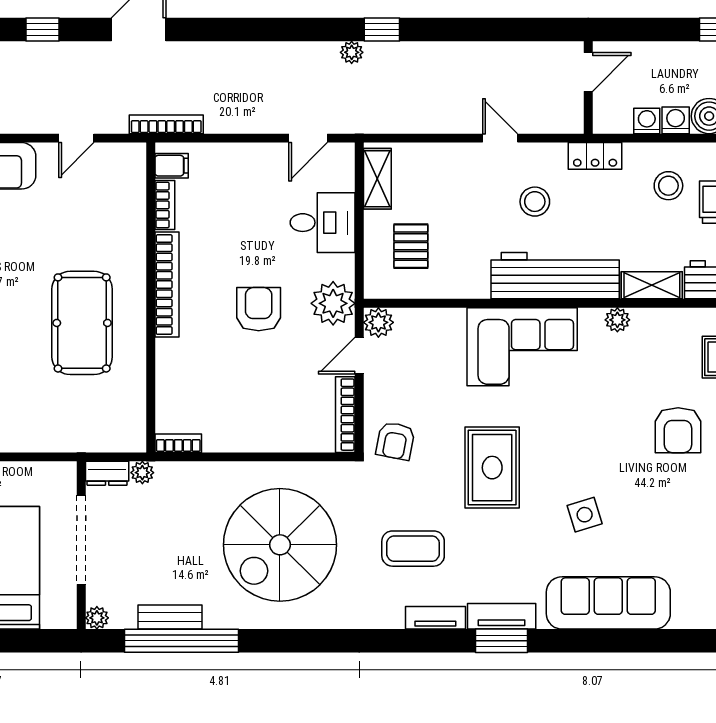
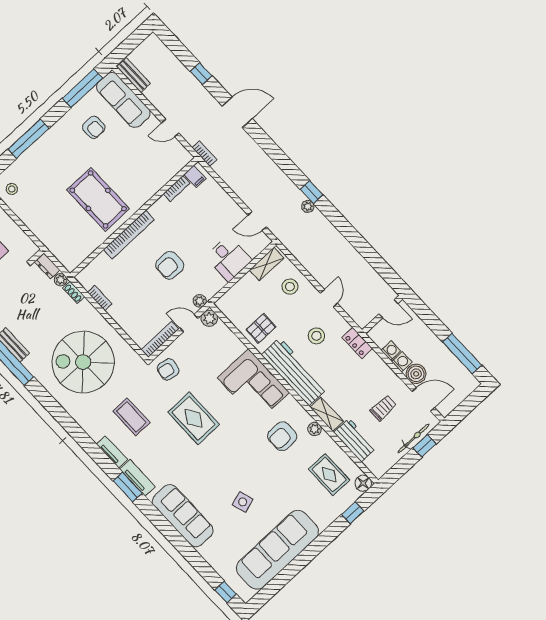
window: (382, 30) -> (312, 192), moved
bookcase: (166, 124) -> (204, 154), width x0.64
stool: (668, 186) -> (290, 287), moved
pallet: (411, 246) -> (261, 328), moved
bookcase: (167, 285) -> (129, 235), moved
plant: (333, 303) -> (200, 301), width x0.53, depth x0.53
armchair: (259, 309) -> (170, 265), turned 180
plant: (617, 320) -> (315, 429), moved
pool table: (82, 323) -> (98, 199), turned 90
armchair: (678, 430) -> (282, 436), moved
bookcase: (178, 443) -> (100, 298), moved
rug: (492, 468) -> (194, 418), turned 90
shoe rack: (175, 471) -> (74, 292), added
side table: (585, 515) -> (243, 502), moved

